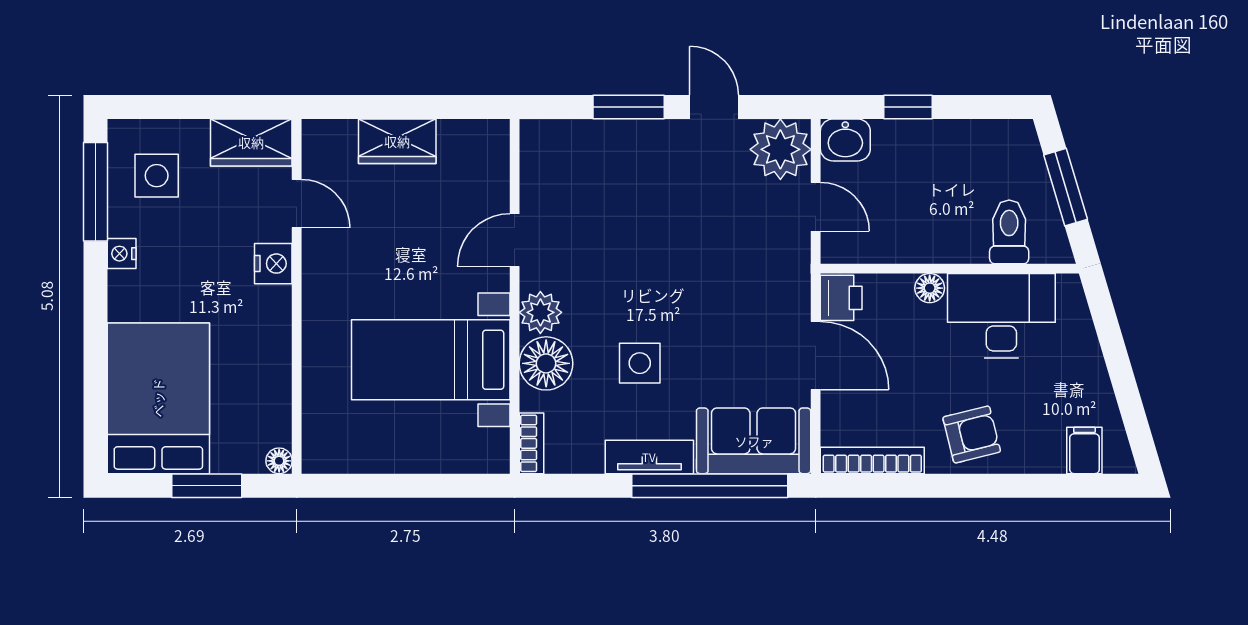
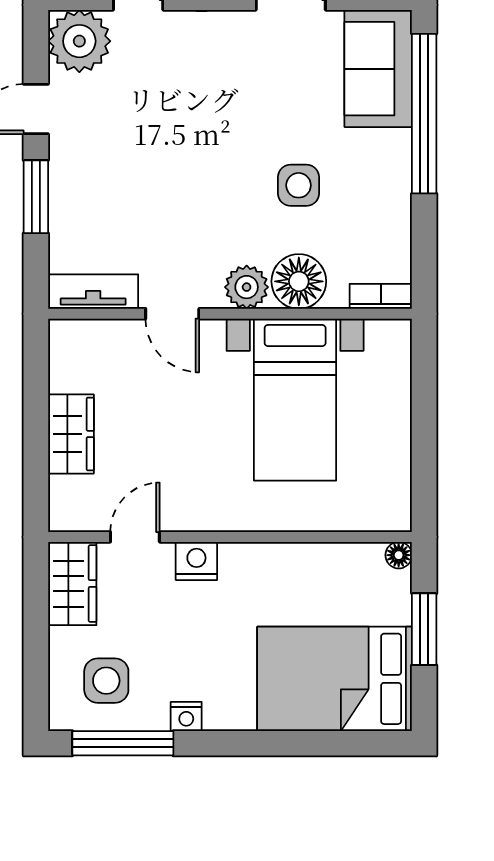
tv unit: (649, 457) -> (93, 292), moved, turned 90

